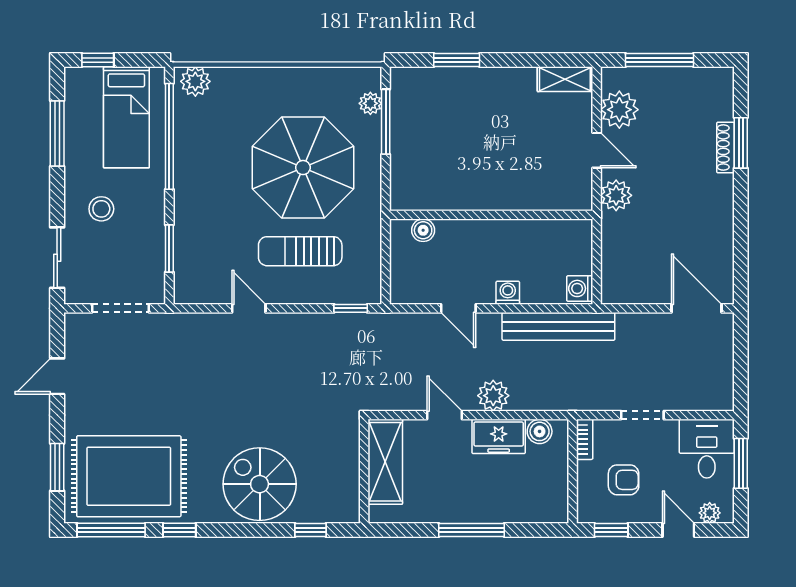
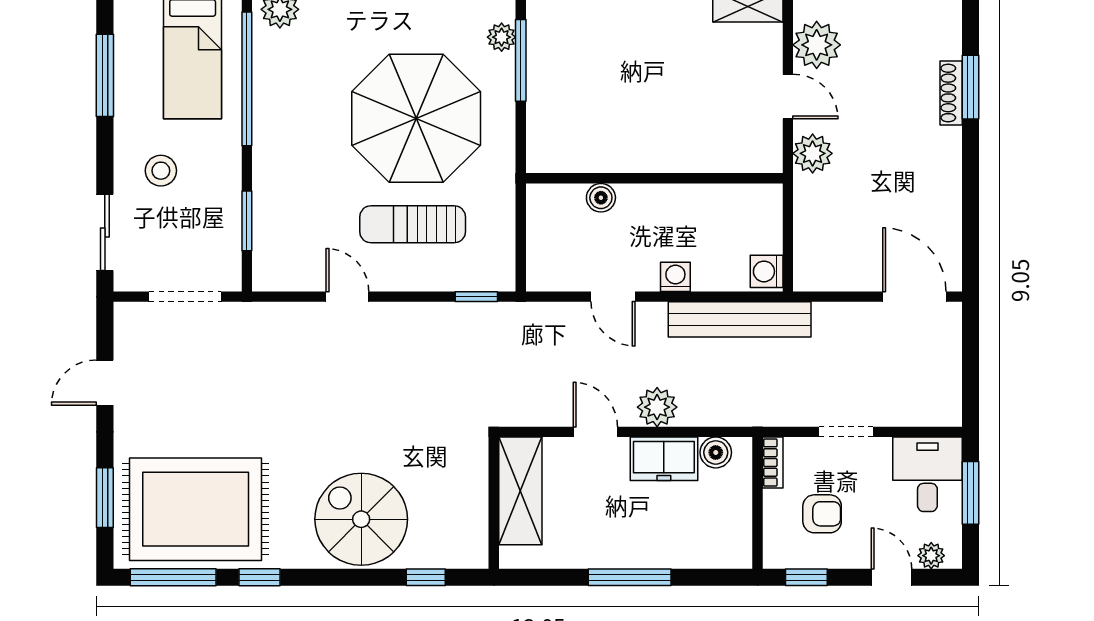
boiler: (423, 230) -> (601, 198), moved

